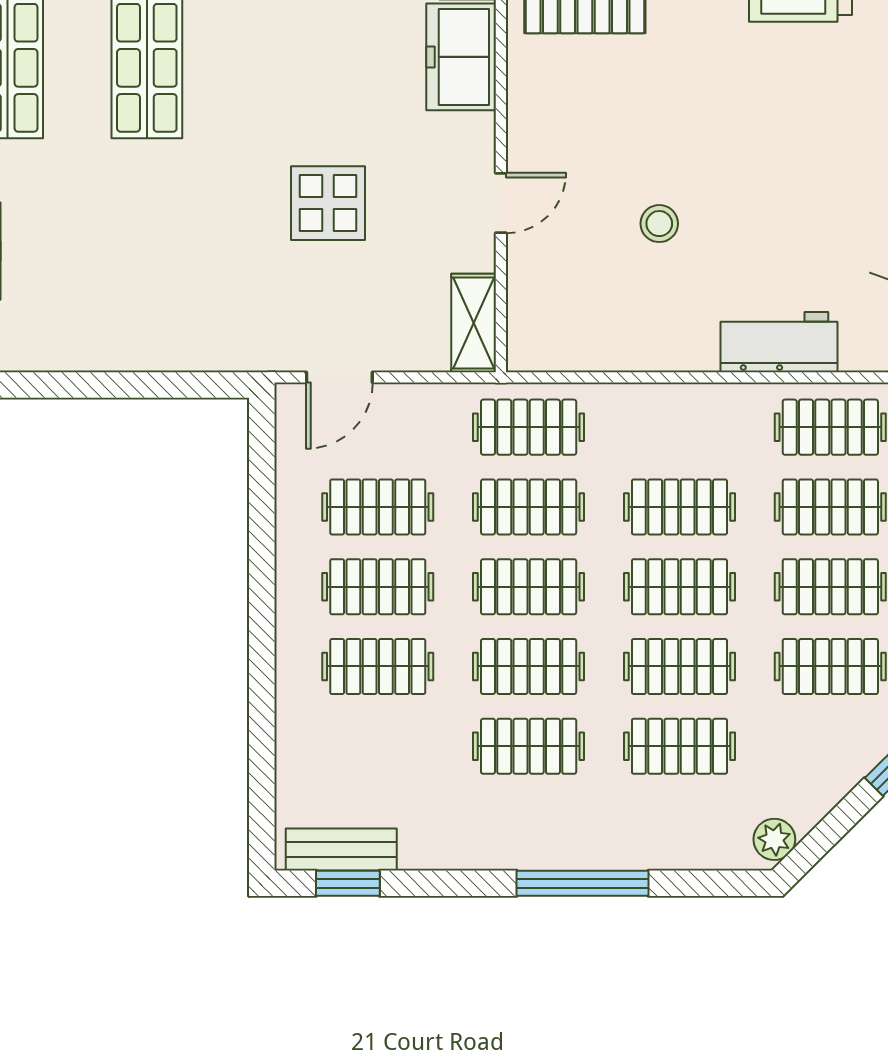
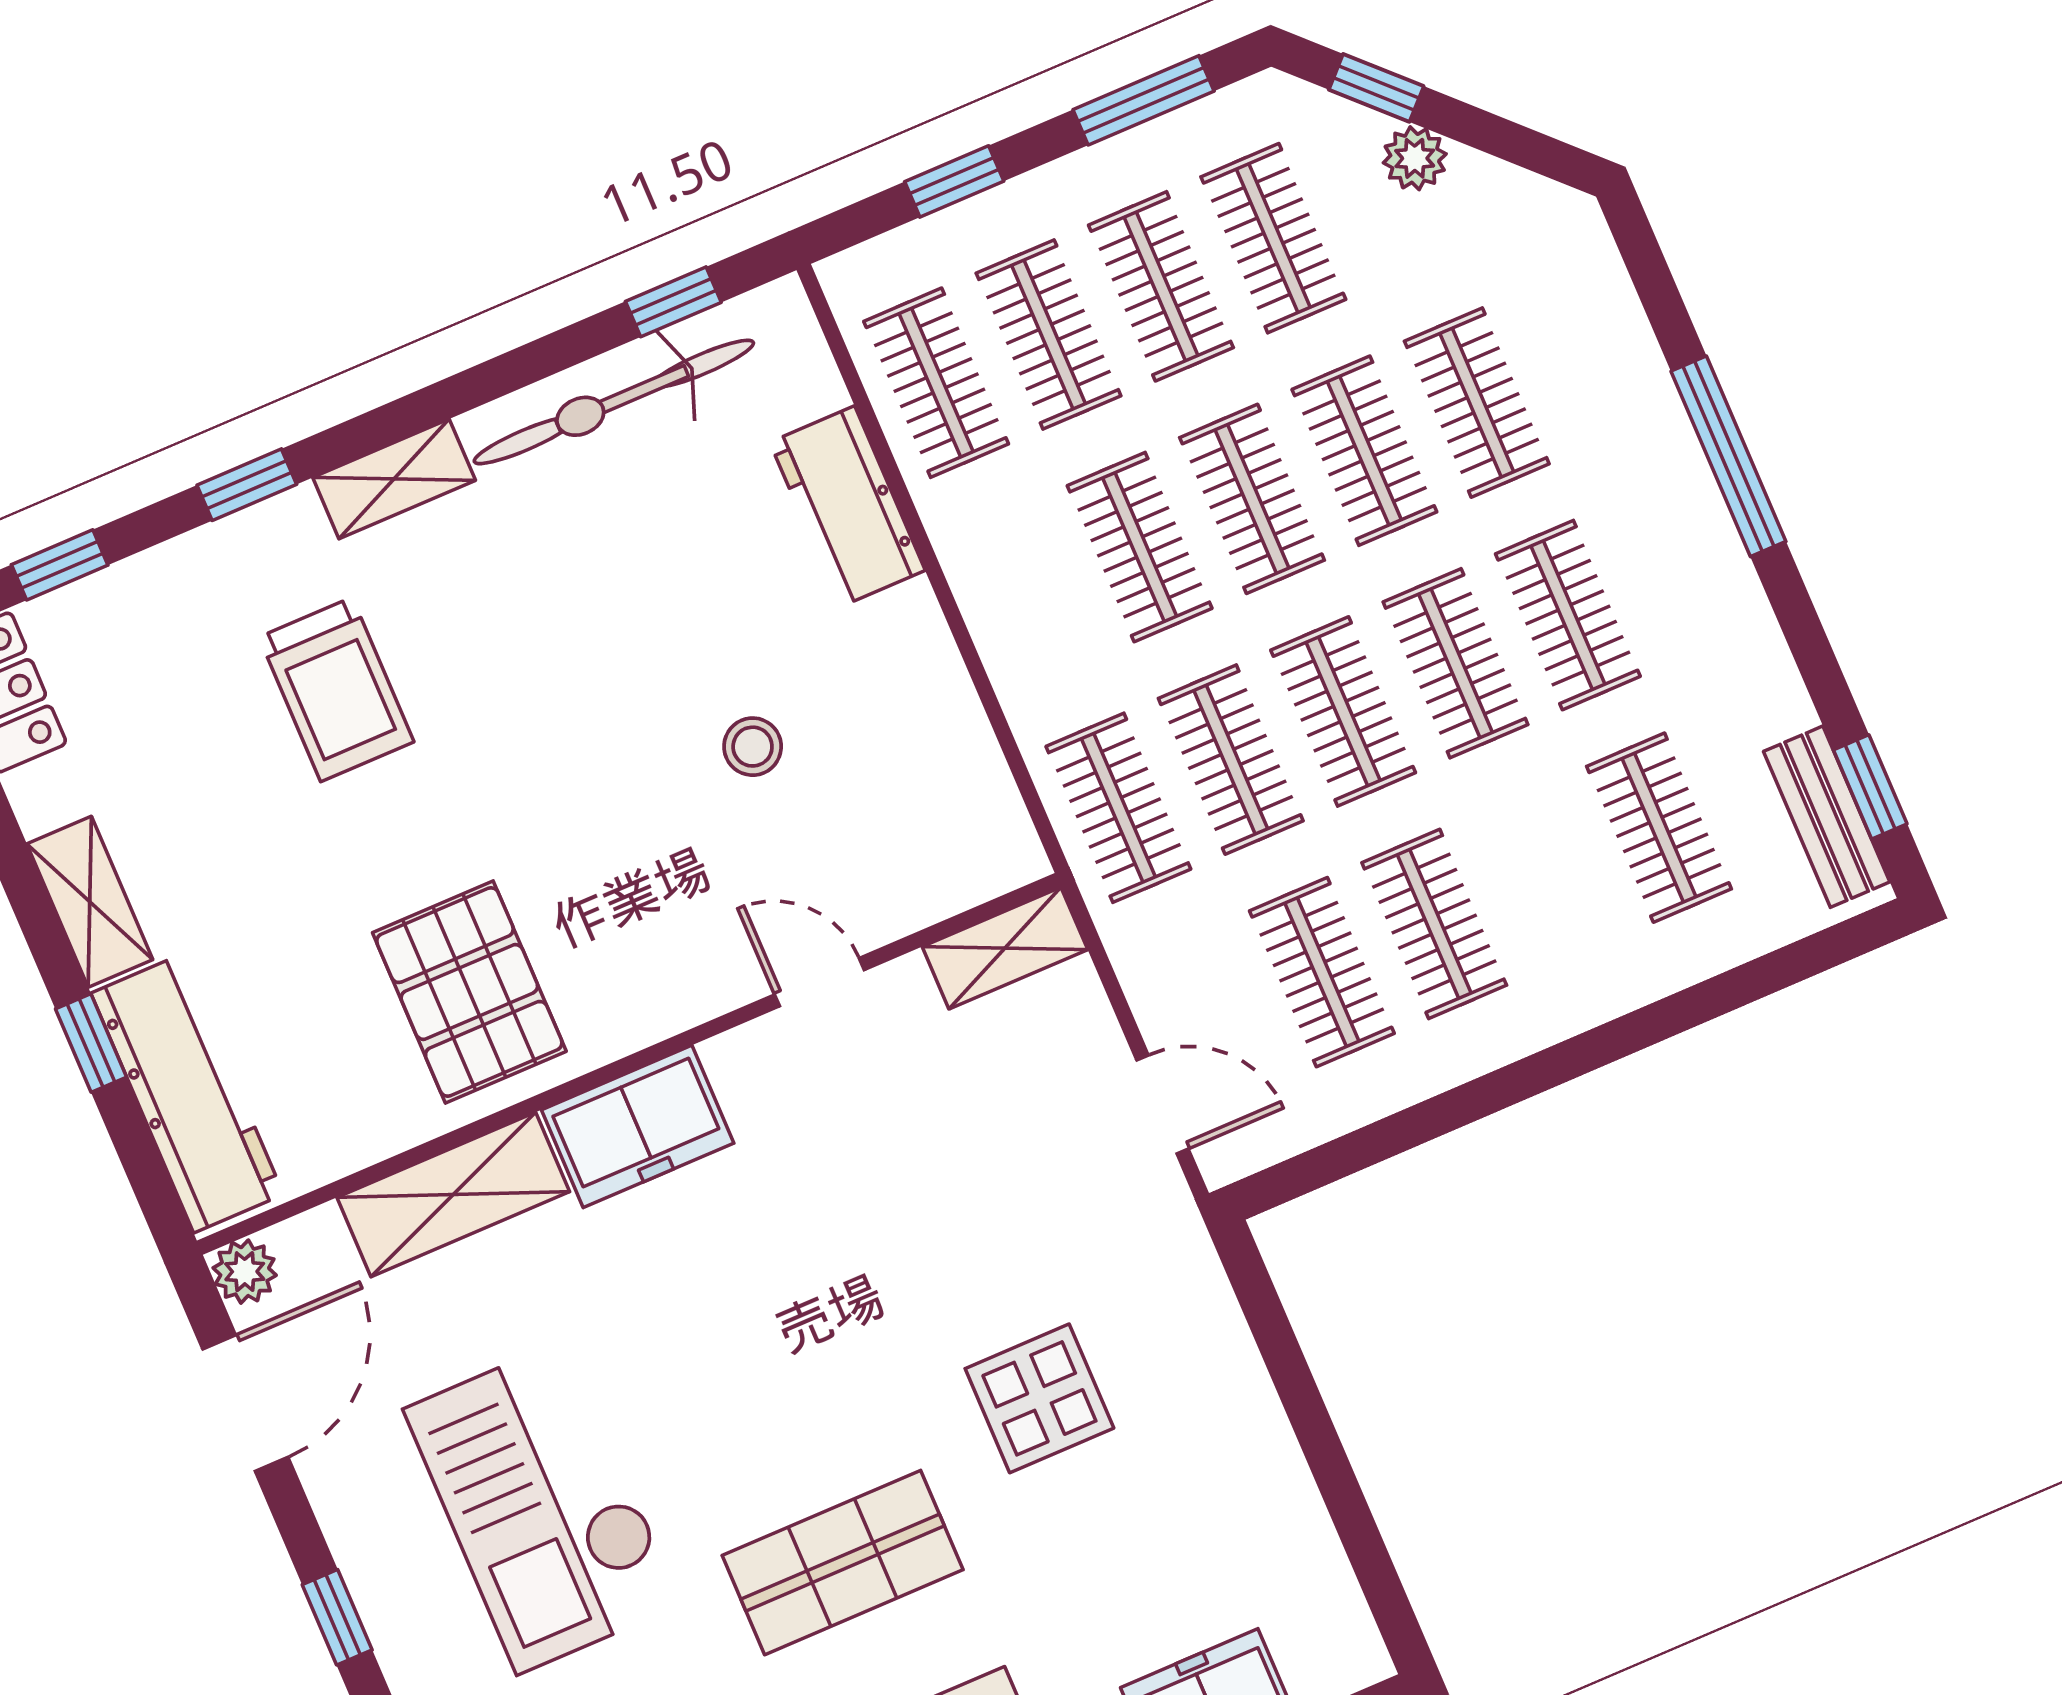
display table: (328, 203) -> (1039, 1398), moved
clothes rail: (378, 666) -> (1659, 828), moved
plant: (774, 839) -> (1415, 158), moved

